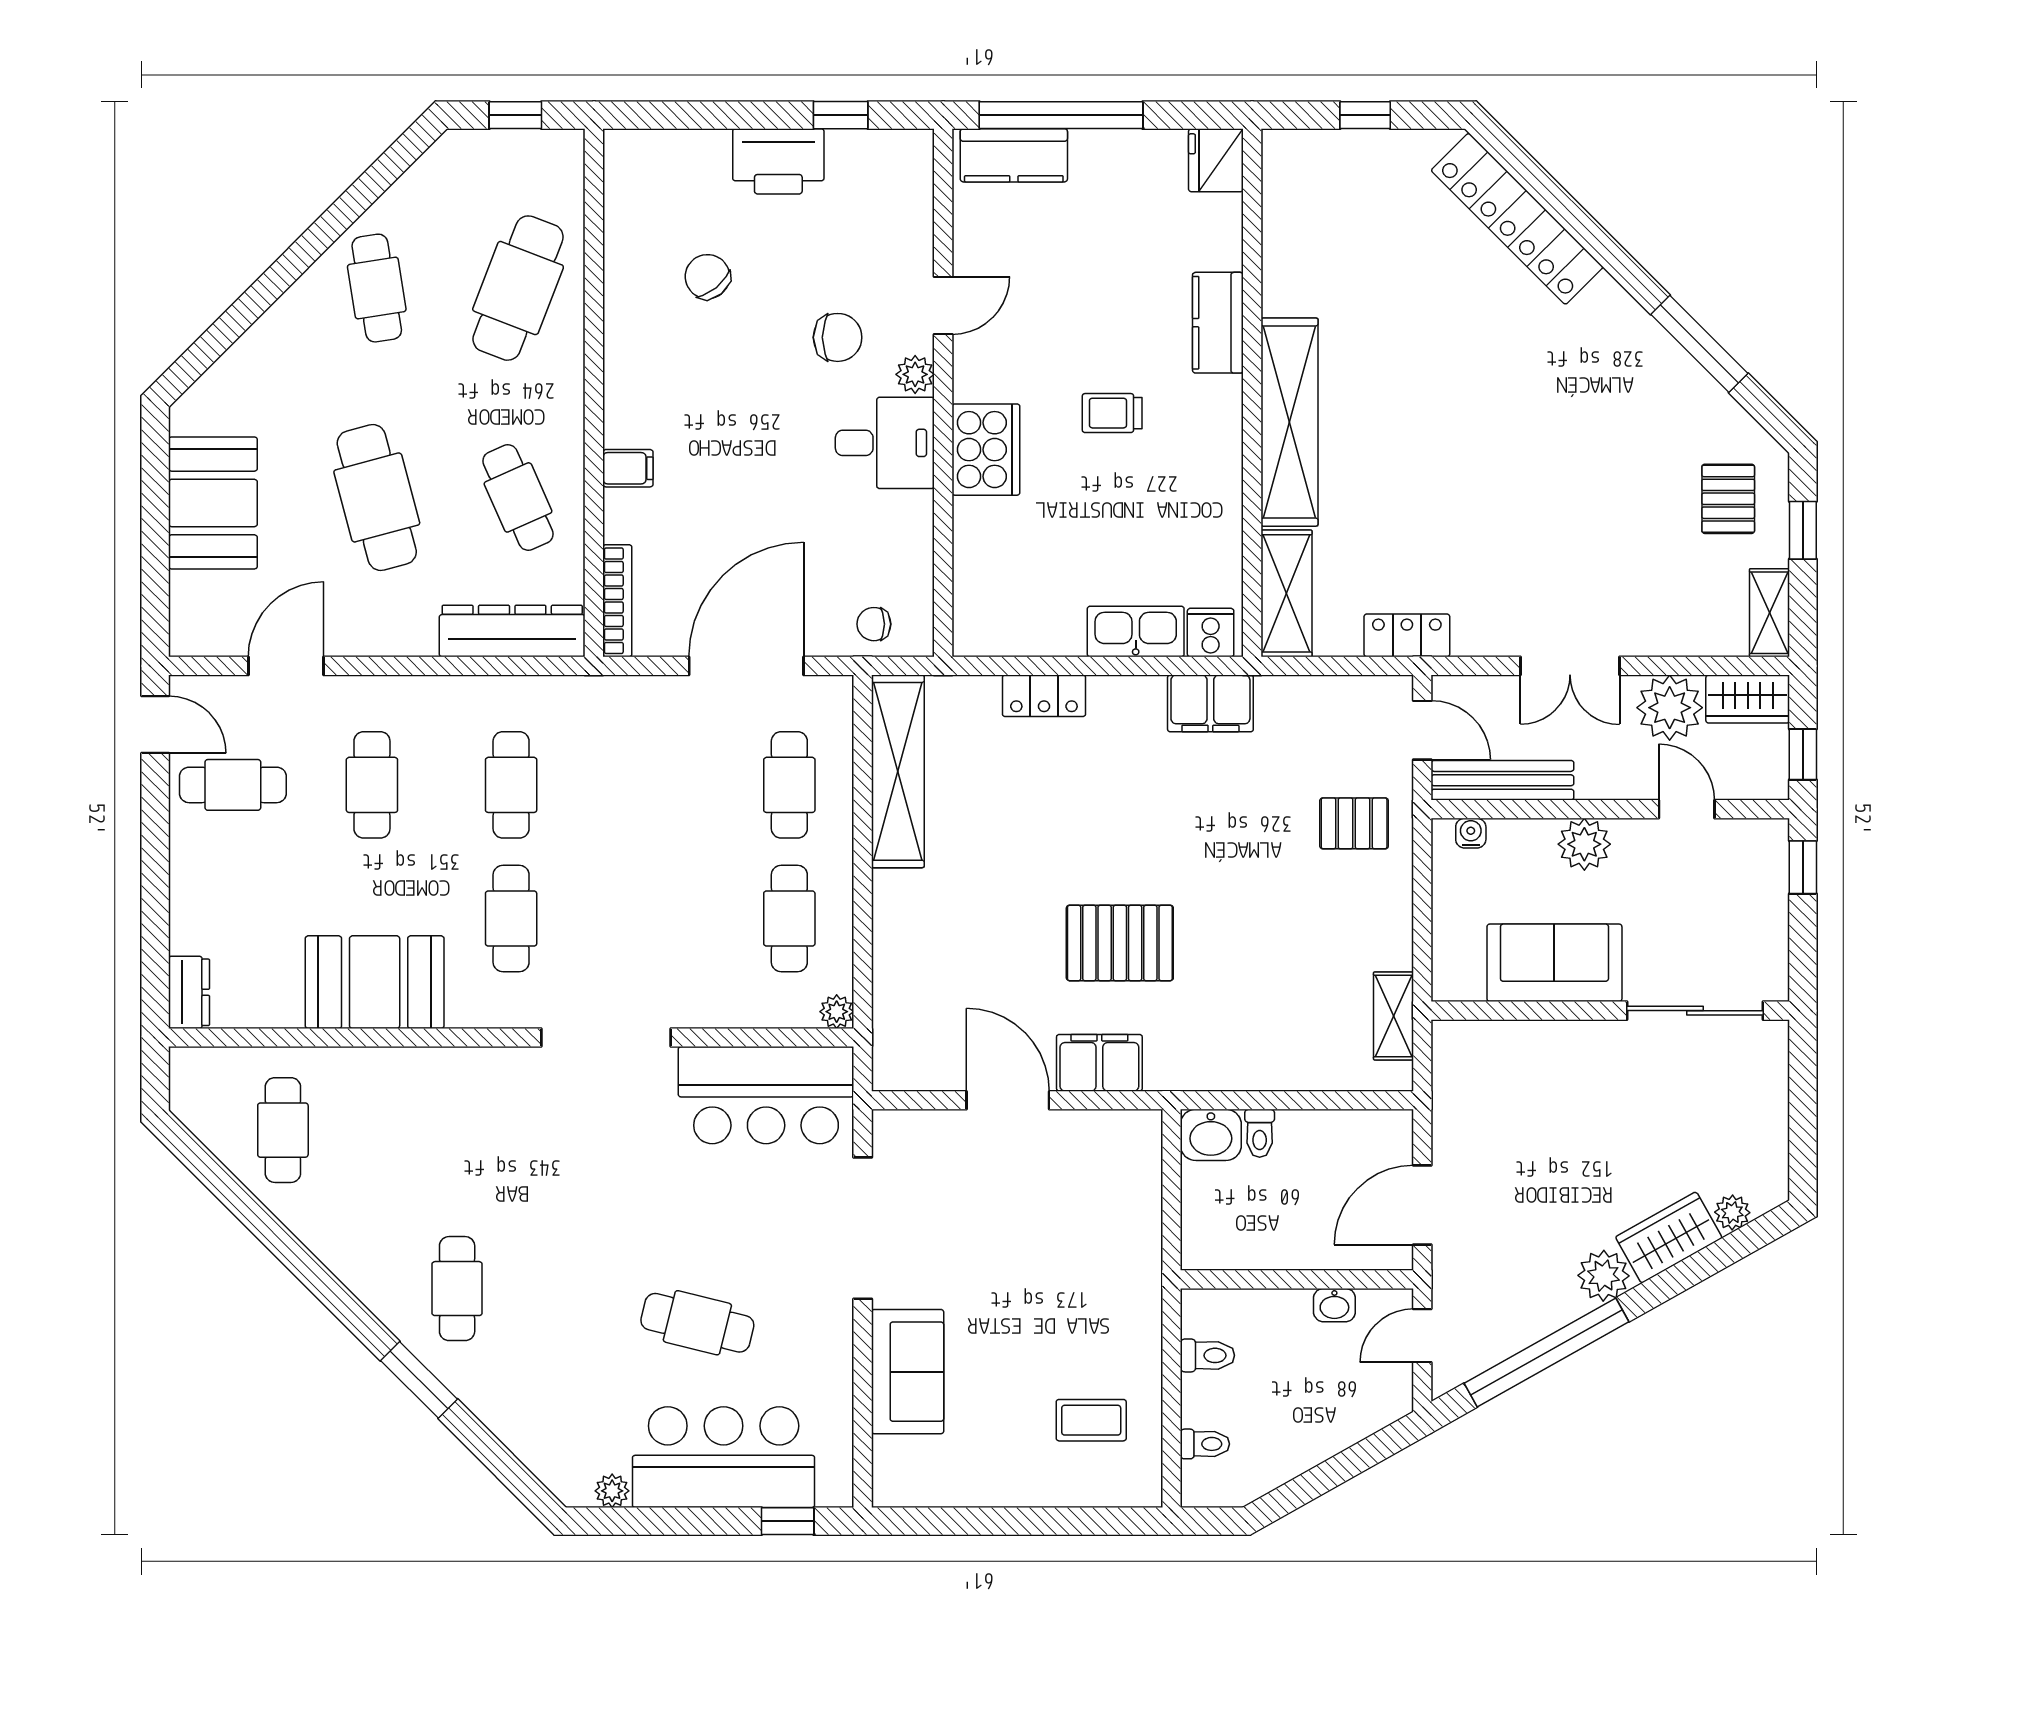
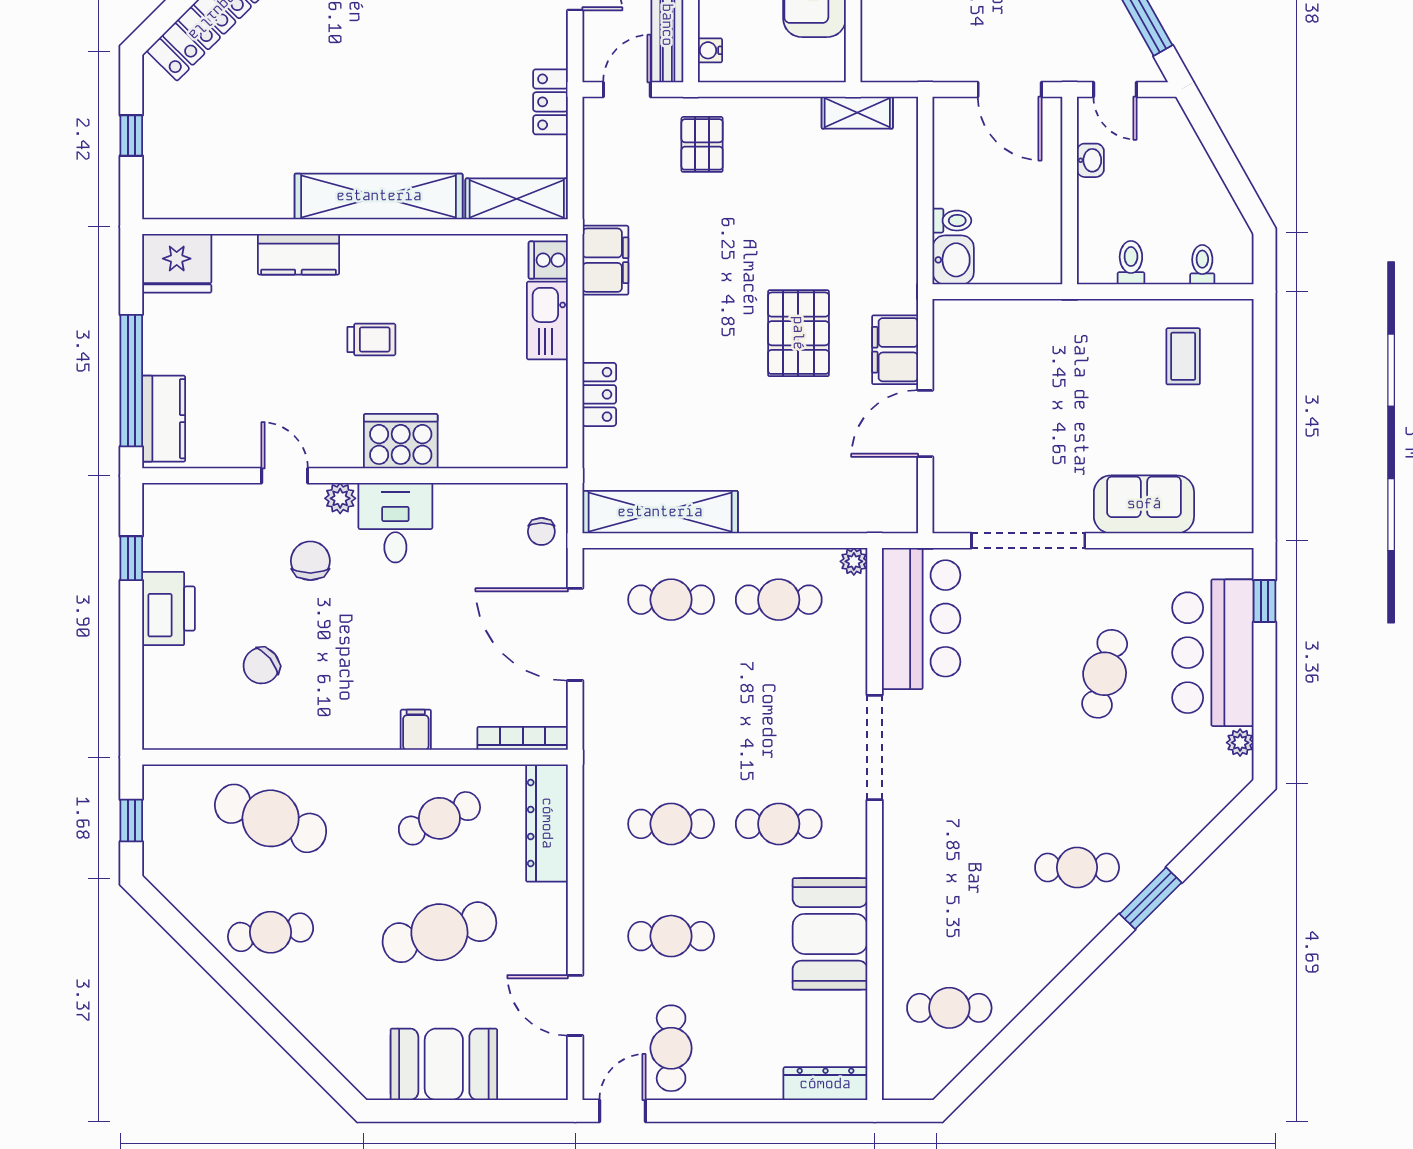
fridge: (1216, 160) -> (177, 263), width x1.36, depth x1.34
trolley: (1112, 413) -> (371, 339), turned -90
dresser: (189, 992) -> (825, 1084), width x1.44

